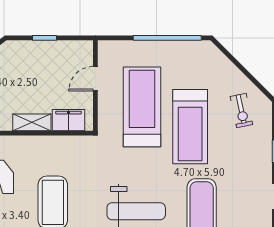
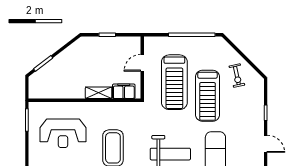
treadmill: (142, 107) -> (174, 82), turned 180
exercise bike: (241, 111) -> (237, 76), moved

